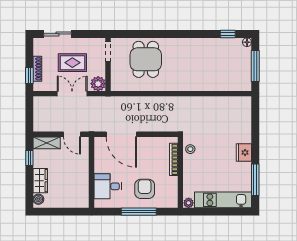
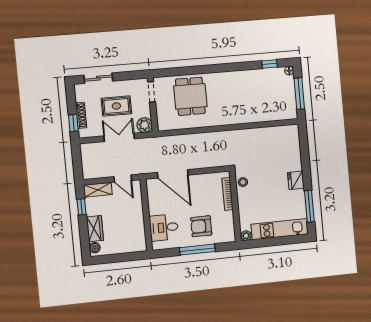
armchair: (145, 189) -> (201, 226), turned -90

